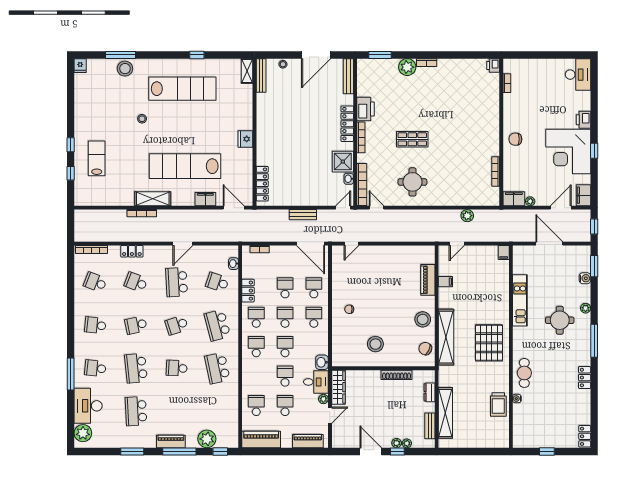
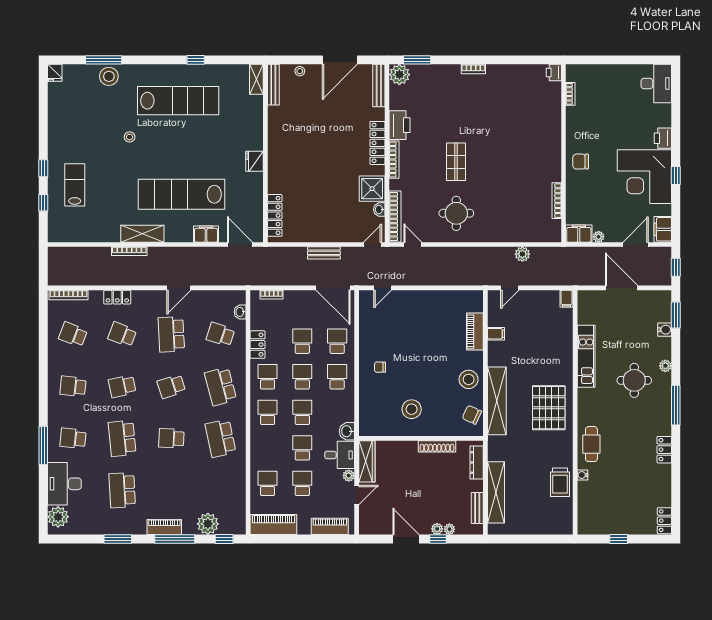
plant: (407, 67) -> (399, 75), moved
shop shelf: (412, 139) -> (456, 162), turned 90
dresser: (429, 392) -> (477, 462), width x1.44

